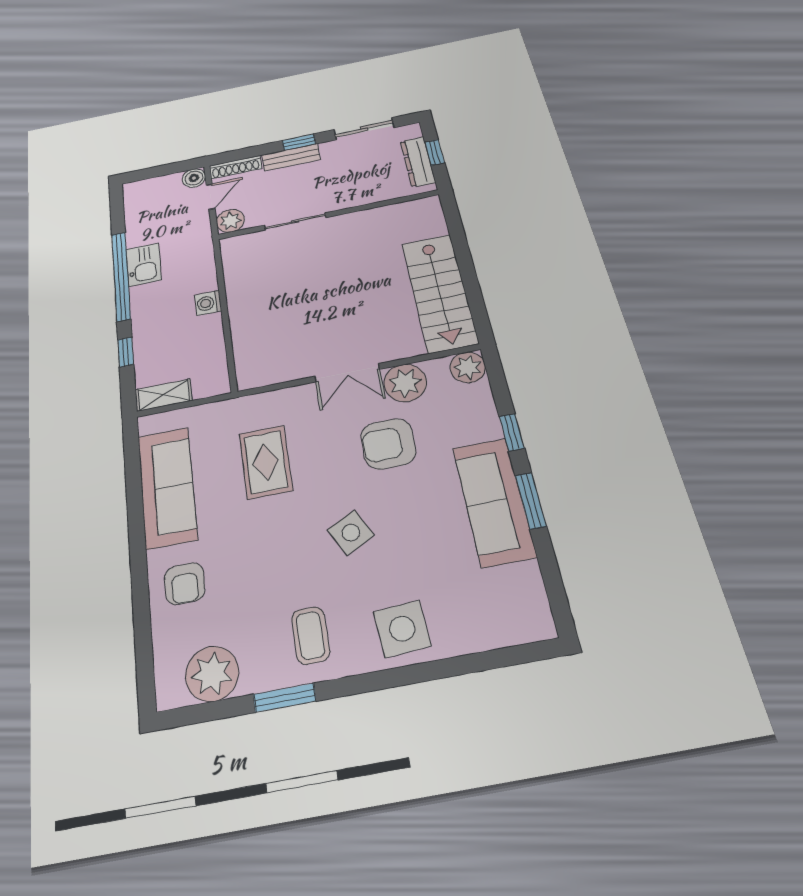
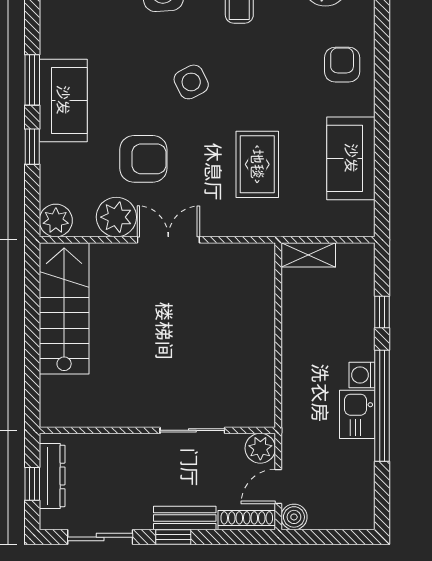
washing machine: (208, 303) -> (362, 375), moved, turned 180
shelving: (164, 395) -> (308, 255), moved
sofa: (167, 487) -> (351, 158), width x0.73
sofa: (494, 501) -> (63, 100), width x0.73

